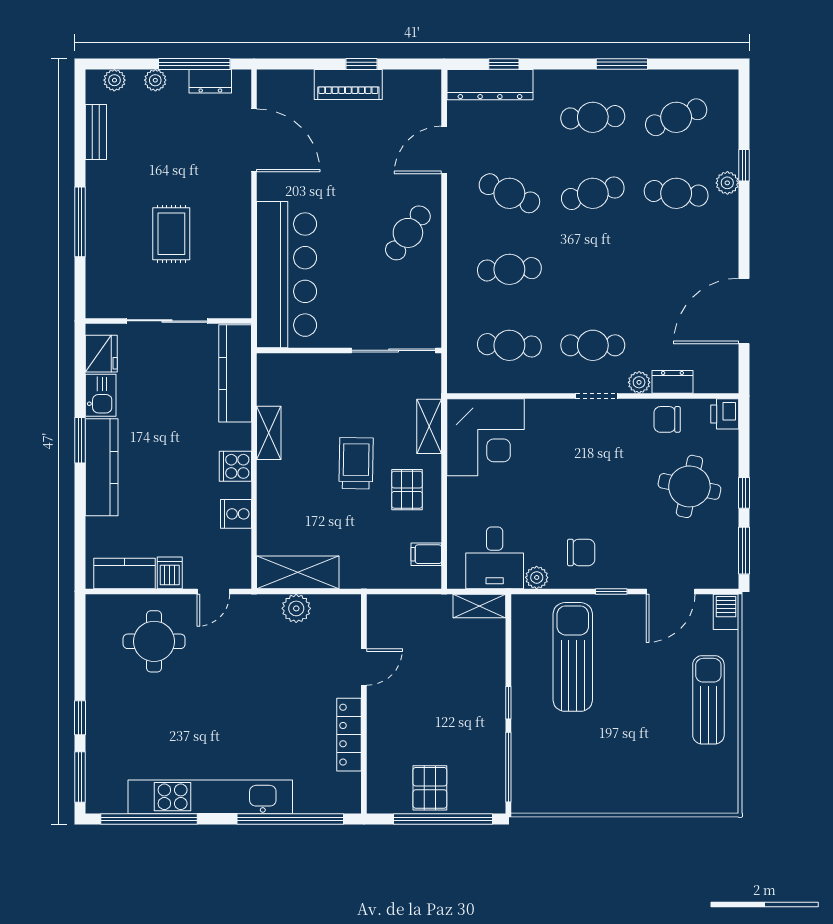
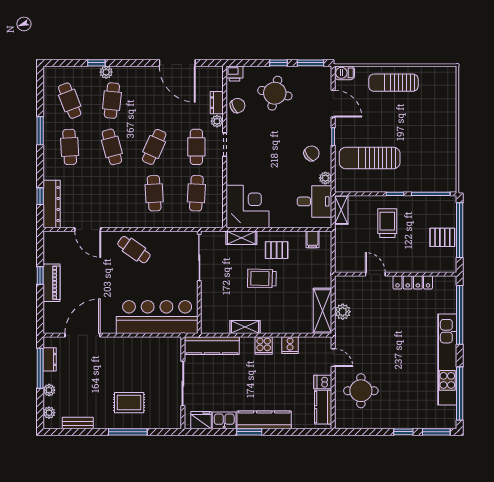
cafe table: (509, 193) -> (154, 147), moved
rug: (171, 234) -> (129, 403), moved
chair: (667, 419) -> (238, 106), turned -116
chair: (581, 552) -> (312, 153), turned 52
trolley: (456, 689) -> (387, 223), added

